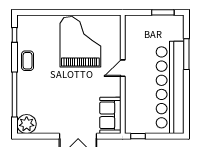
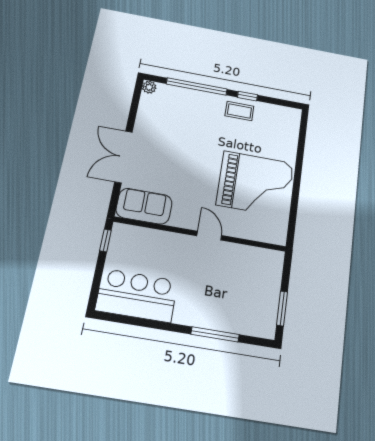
window: (15, 35) -> (247, 96), moved
bar counter: (170, 87) -> (137, 295), width x0.54
plant: (27, 124) -> (149, 87), width x0.53, depth x0.53

